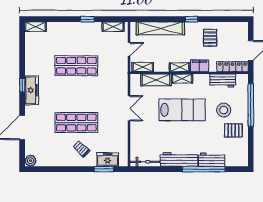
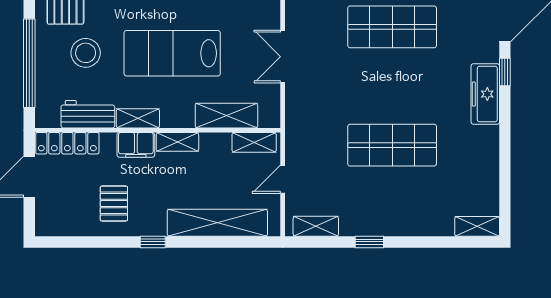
shelving: (182, 79) -> (138, 118), moved
window: (22, 85) -> (505, 72), moved

